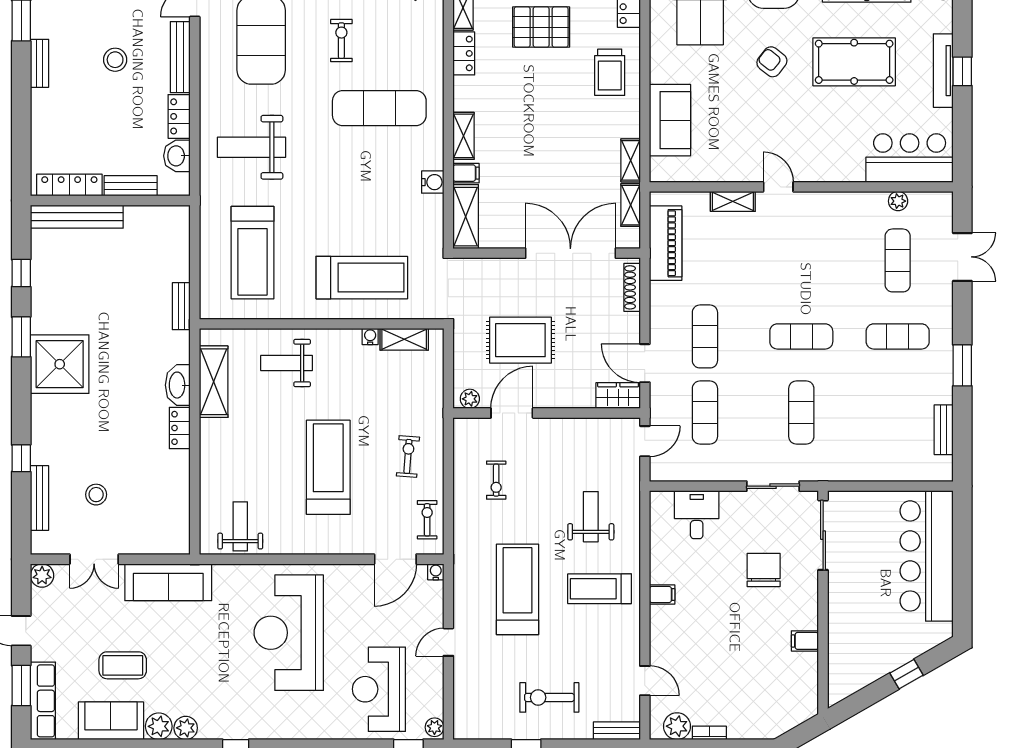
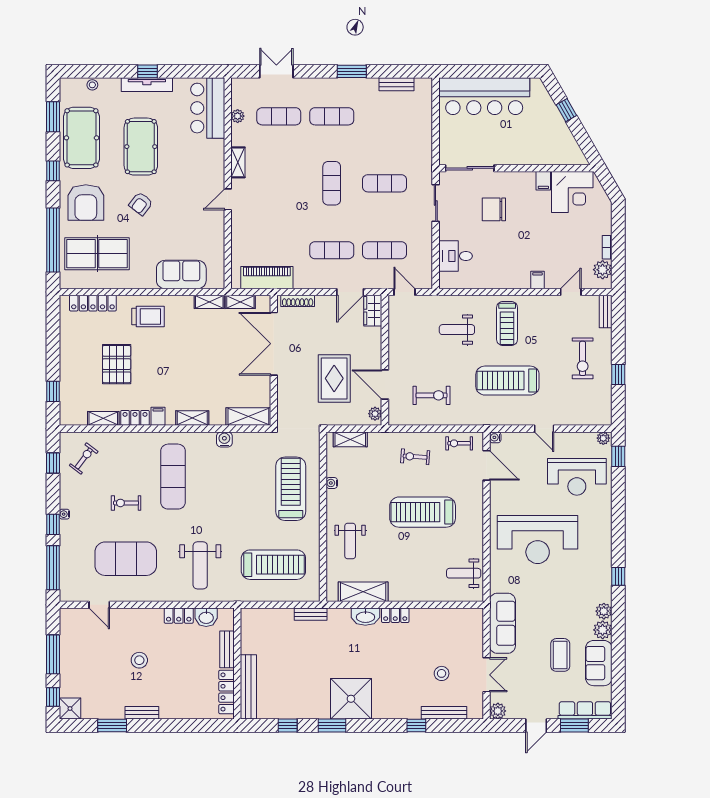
bench: (180, 57) -> (138, 615), removed
filing cabinet: (466, 173) -> (158, 416), moved
shelving: (733, 201) -> (238, 162), moved
exercise mat: (898, 336) -> (332, 116), turned 90
shelving: (404, 339) -> (350, 439), moved, turned 90
exercise bike: (496, 480) -> (432, 395), width x1.38, depth x1.39
filing cabinet: (662, 595) -> (537, 280), moved
corner desk: (789, 683) -> (572, 192), added

